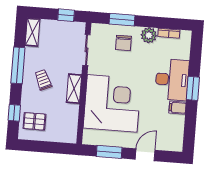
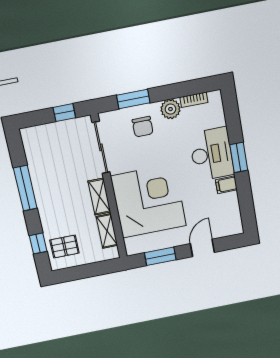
shelving: (32, 32) -> (107, 231), moved
sliding door: (86, 50) -> (101, 147), width x1.37
trolley: (43, 80) -> (60, 197), removed

